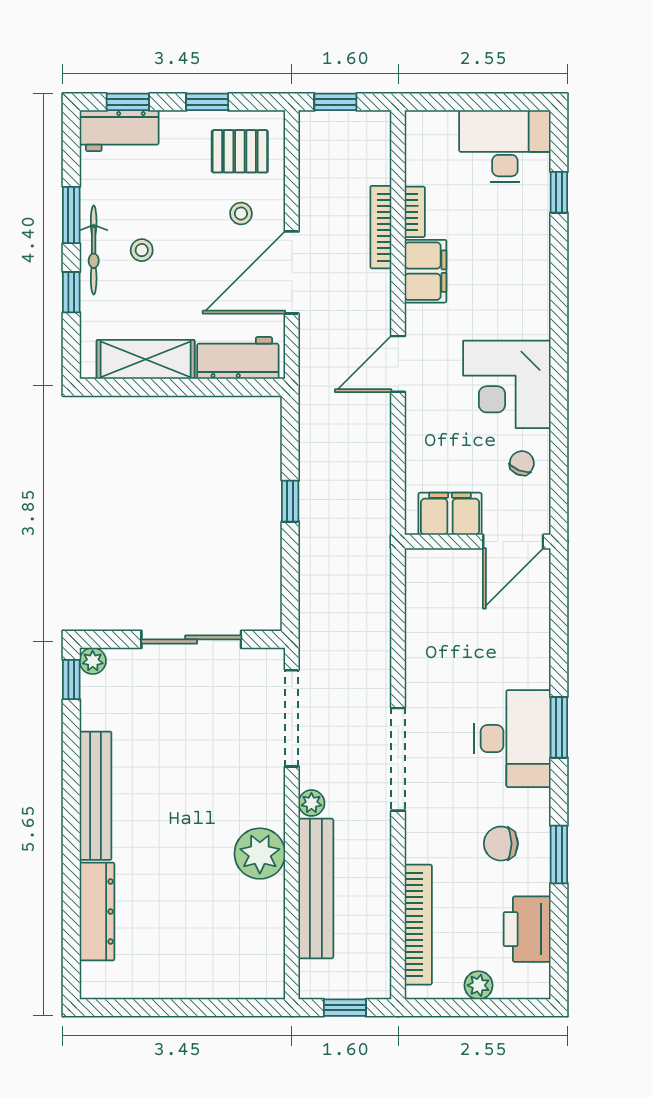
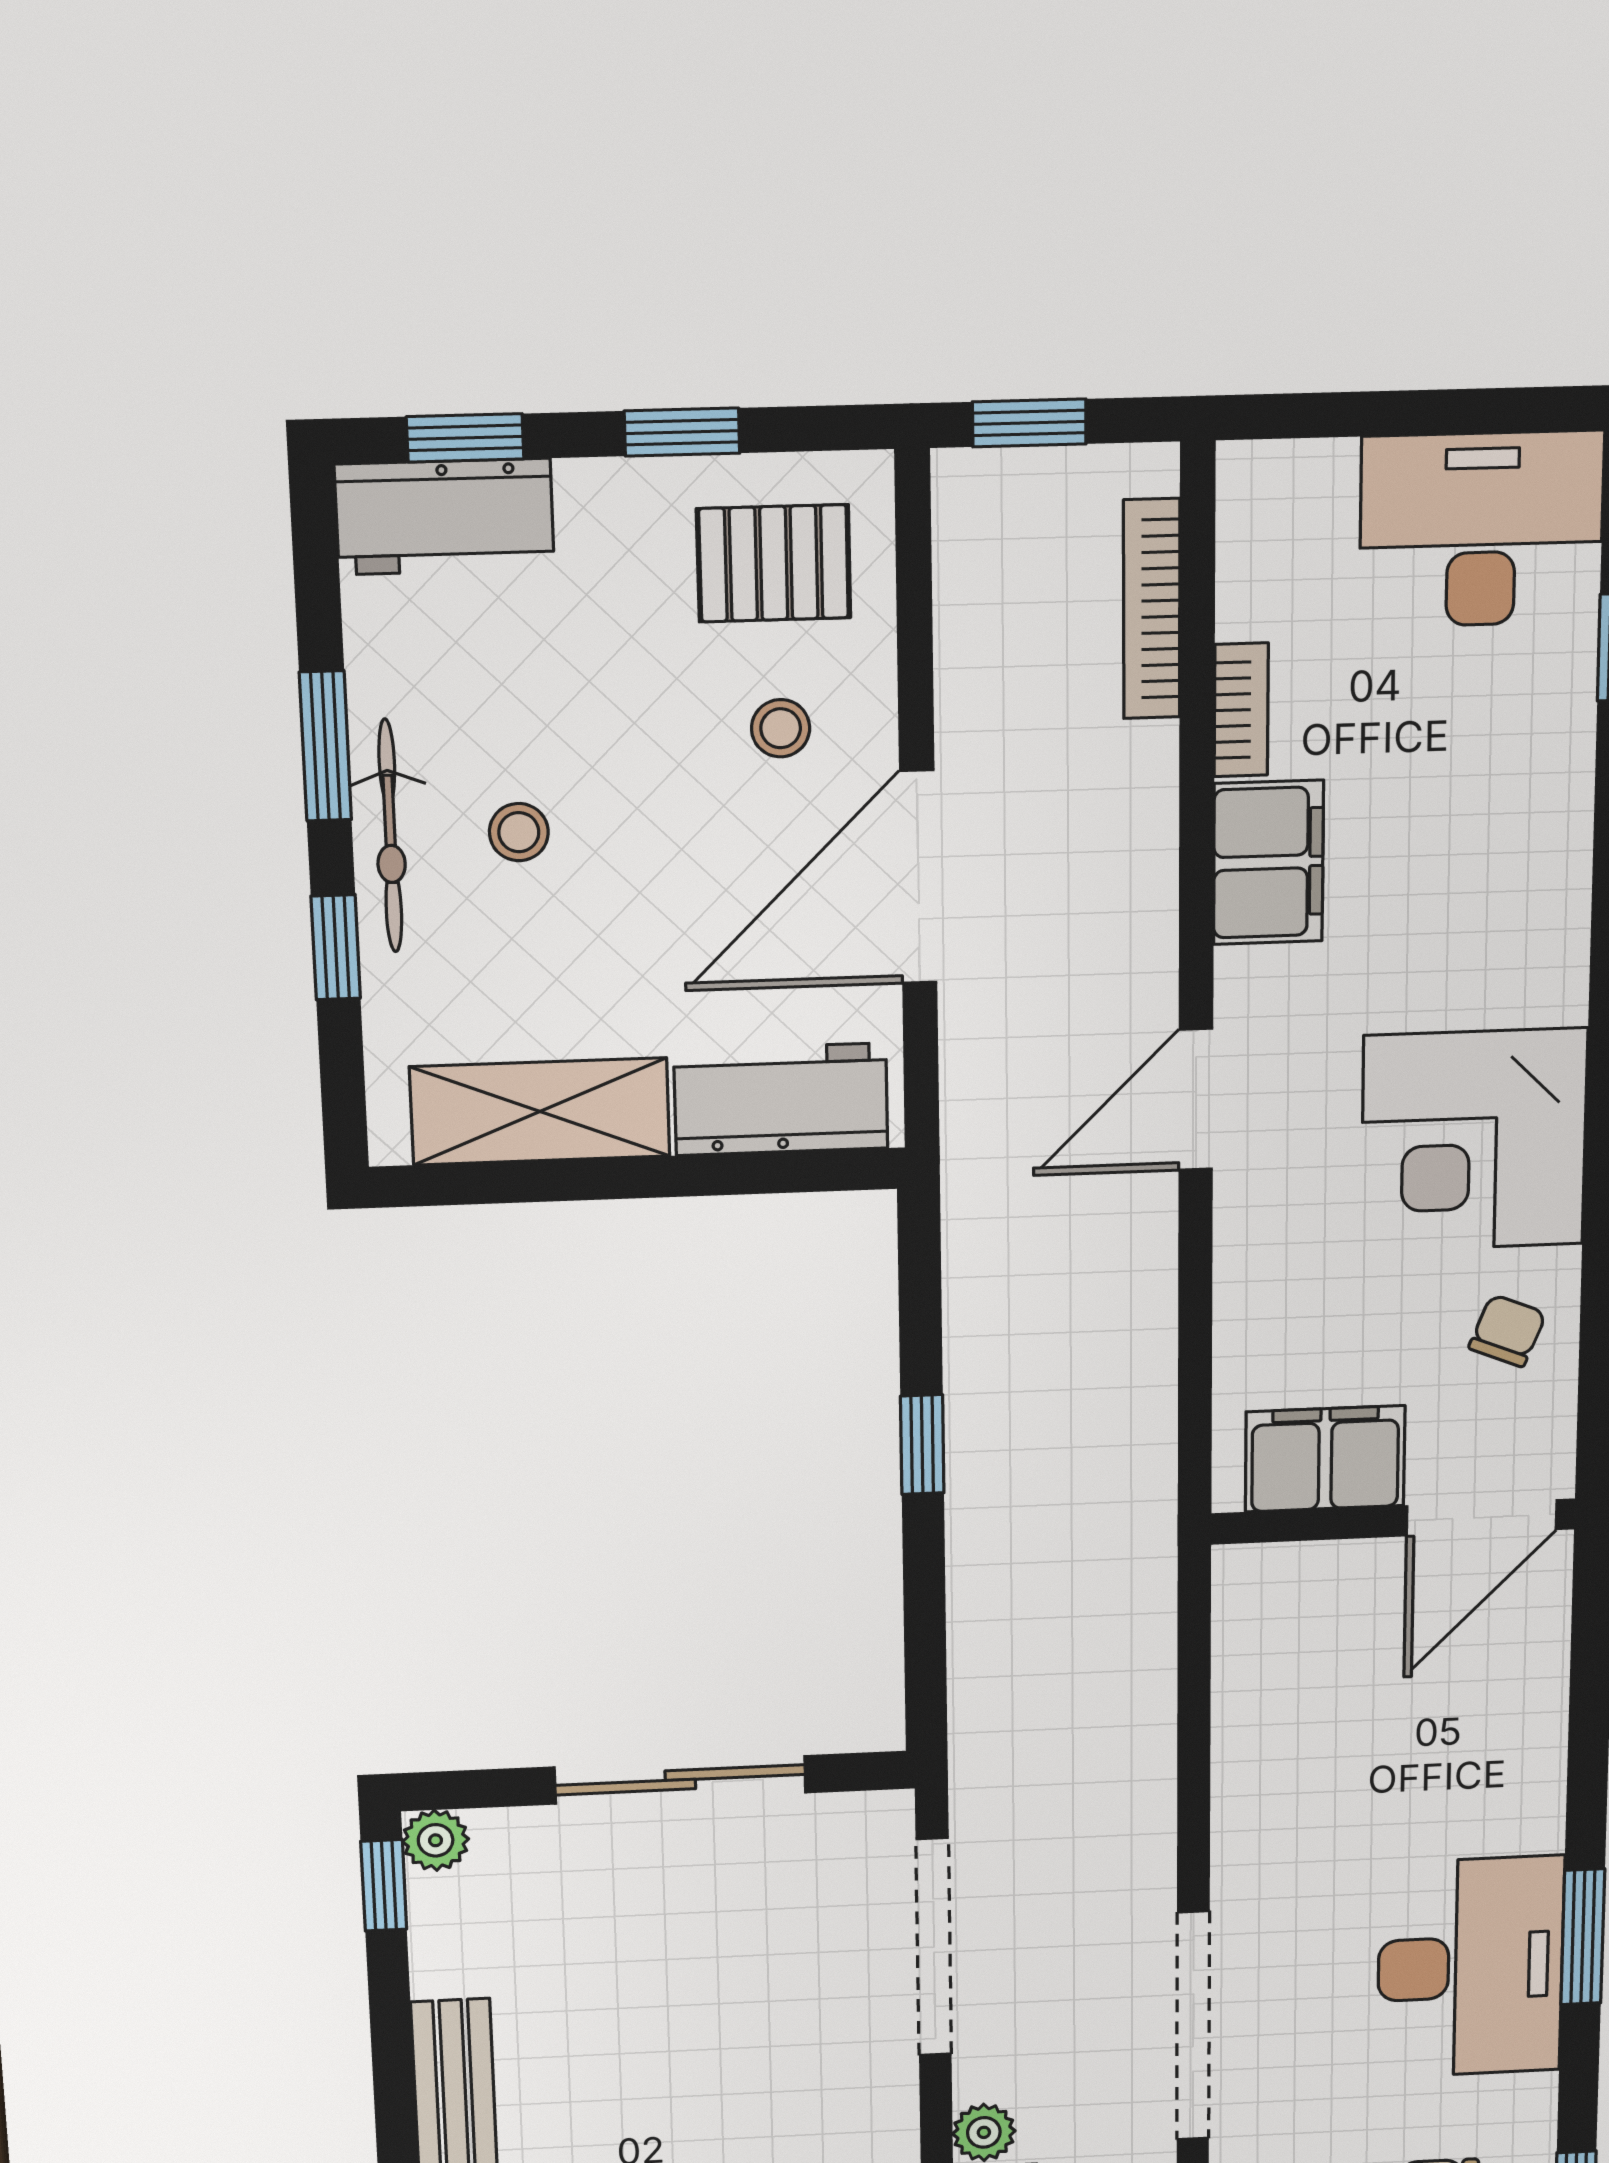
bookcase: (381, 227) -> (1152, 609), moved

